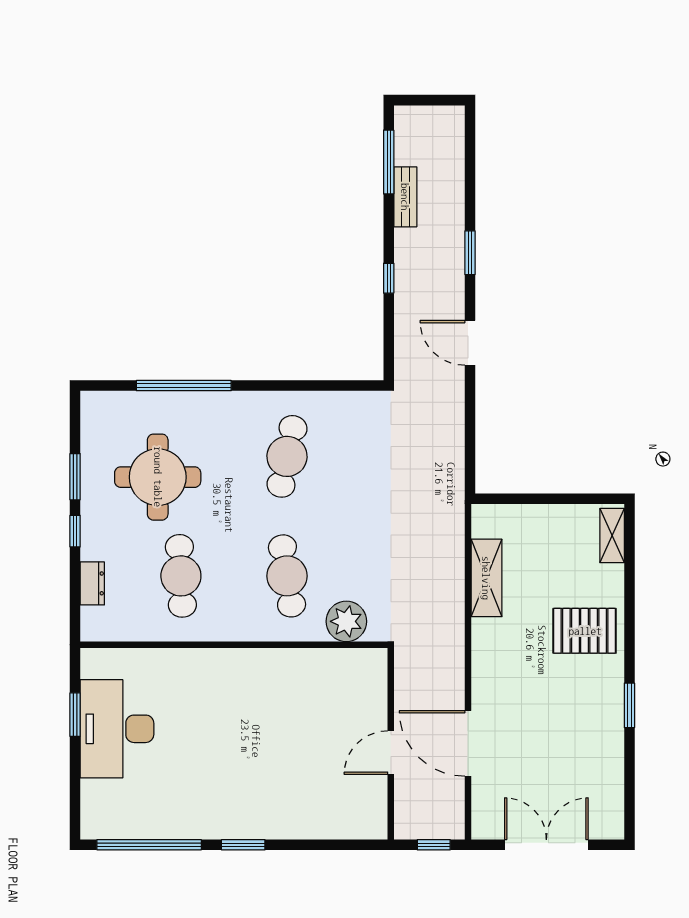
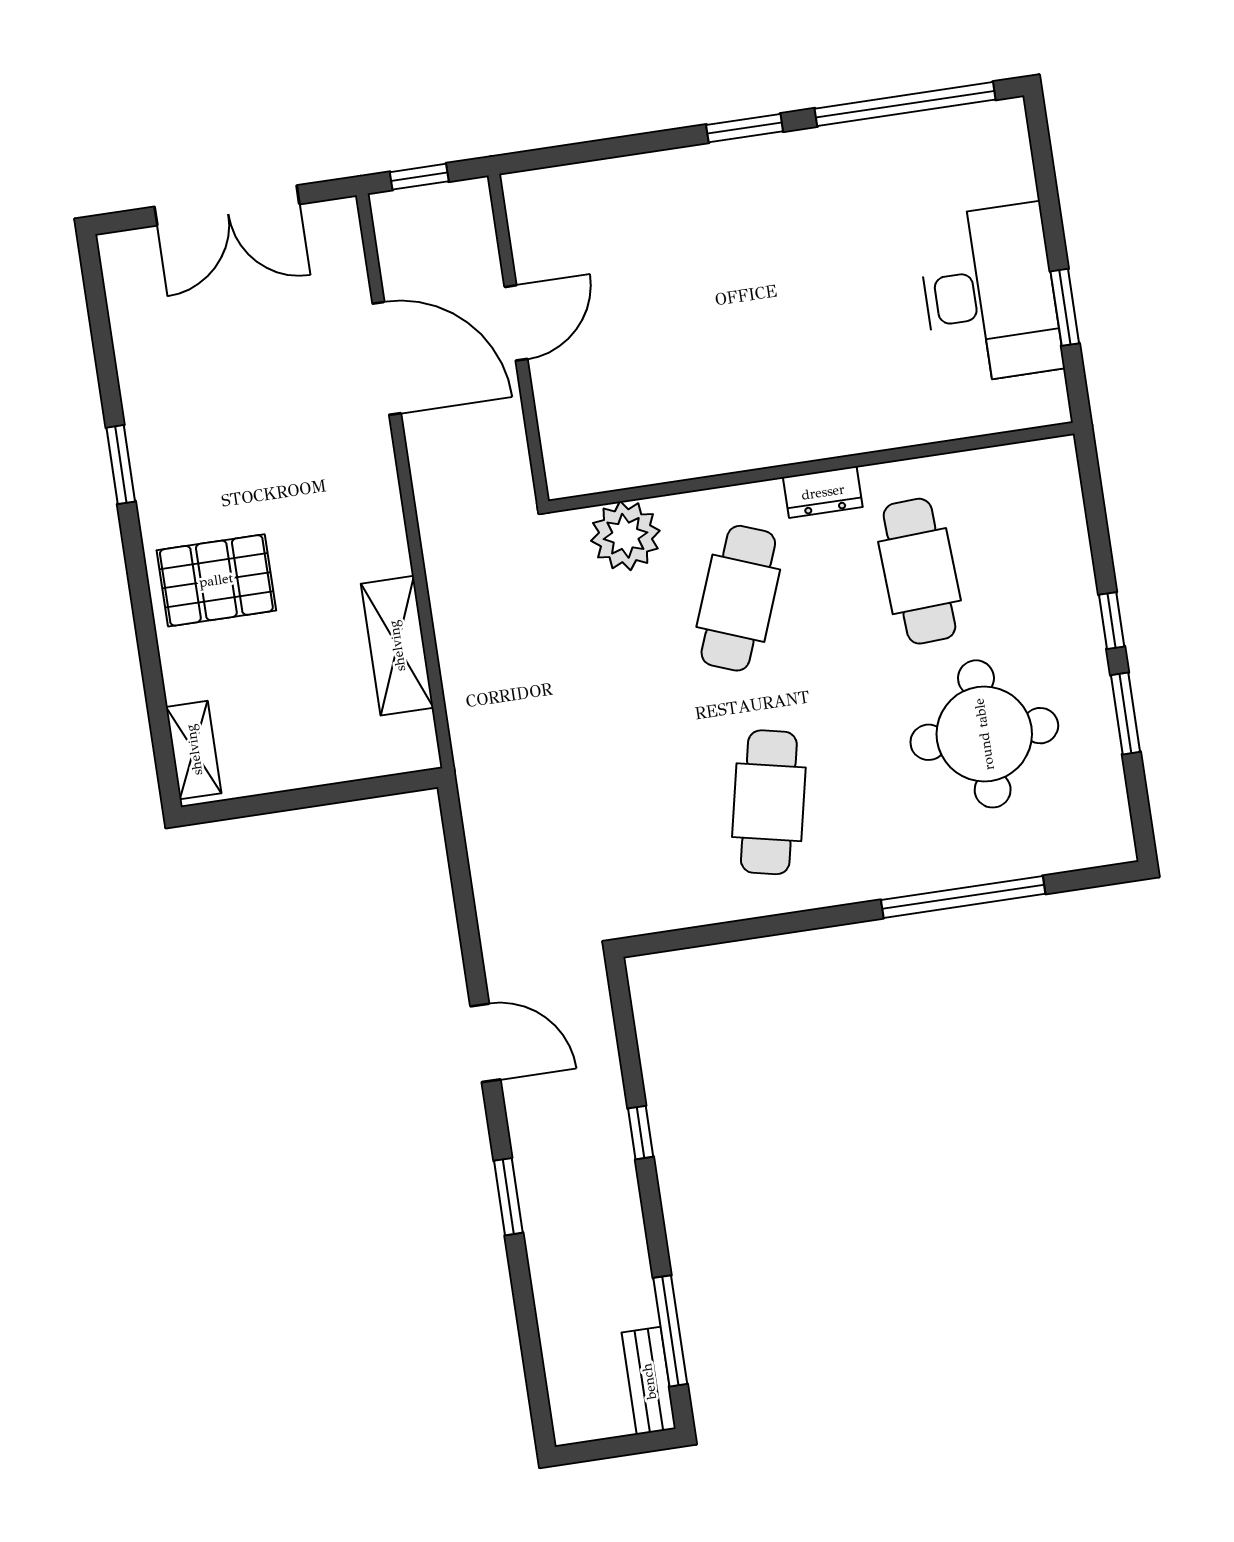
bench: (405, 197) -> (649, 1381), moved
cafe table: (287, 576) -> (738, 598), turned 30
dresser: (92, 583) -> (823, 492), moved, turned -90

